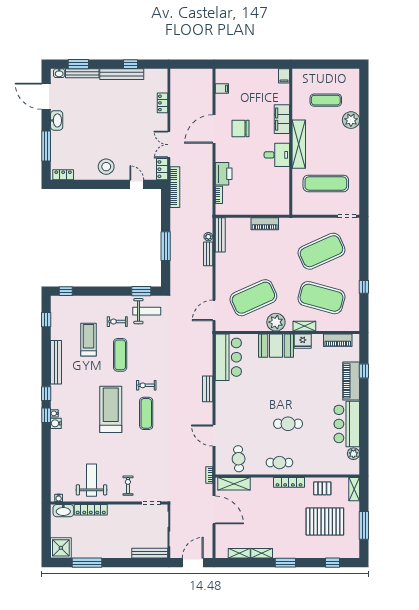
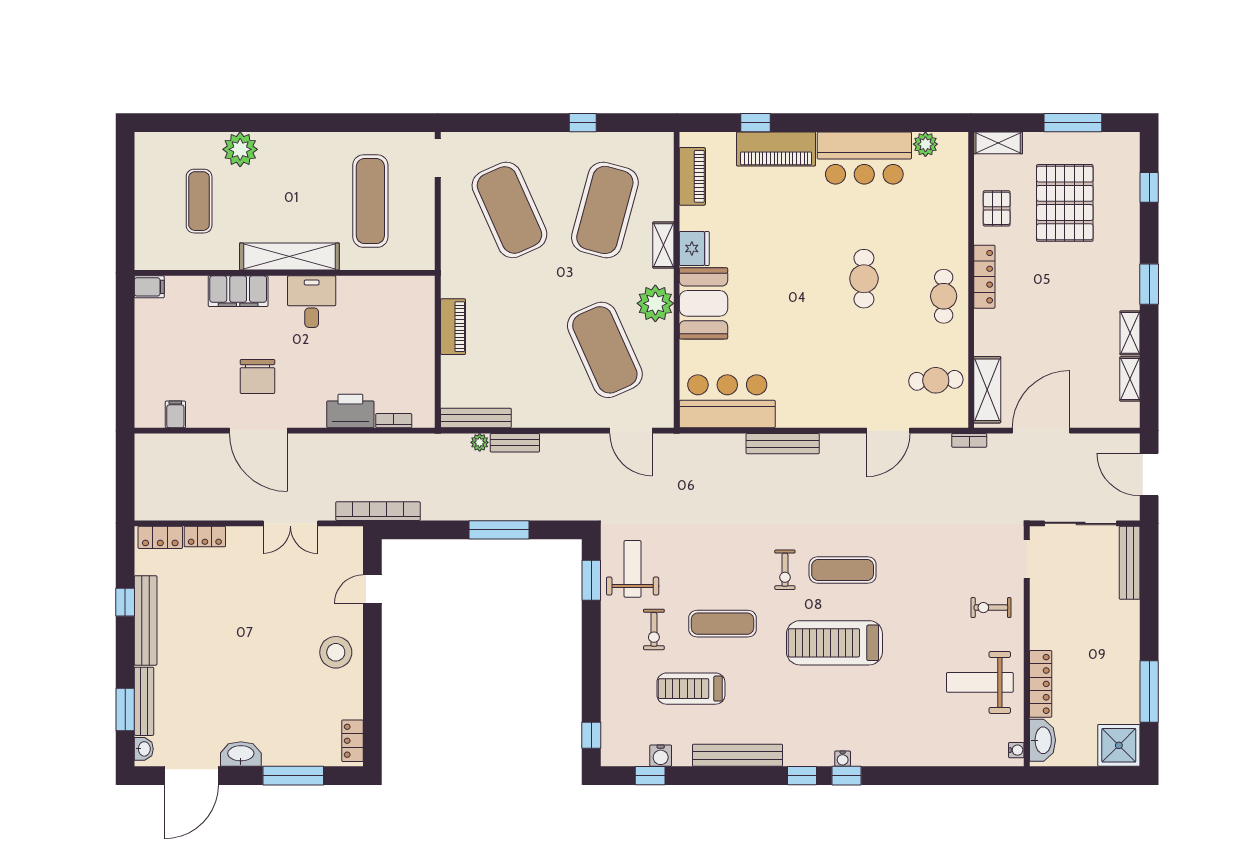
locker: (162, 169) -> (160, 537), moved
bench: (208, 389) -> (783, 444), width x1.36
water cooler: (56, 423) -> (661, 756), moved

